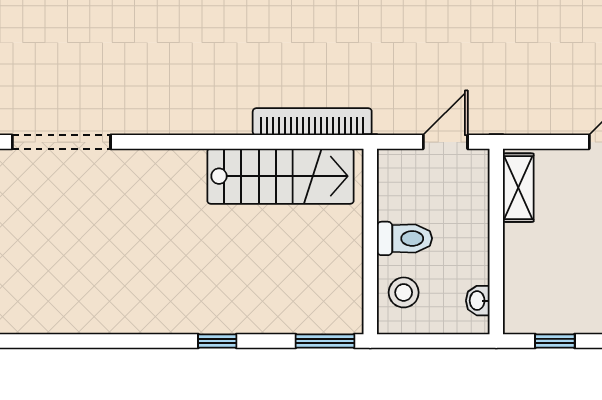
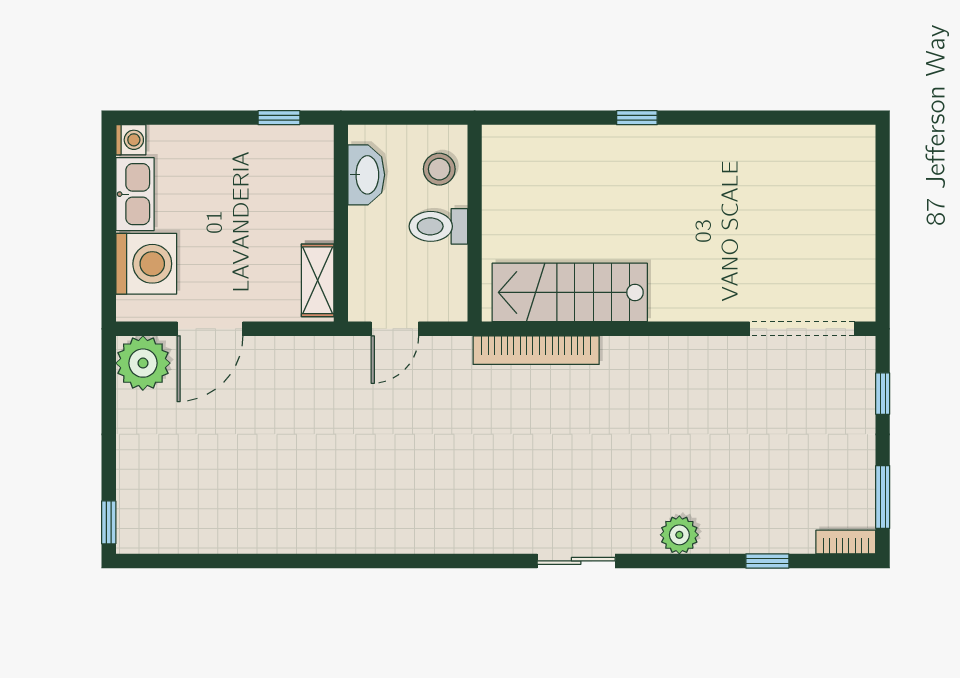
washbasin: (478, 301) -> (366, 175), width x1.91, depth x1.45
window: (325, 341) -> (523, 118), removed

